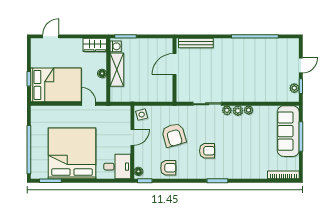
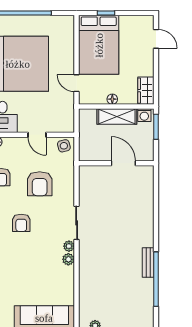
bench: (196, 43) -> (148, 262), moved, width x0.73
door: (174, 64) -> (123, 163), moved
wall: (174, 70) -> (116, 163), moved
door: (88, 104) -> (77, 83), swing flipped
plant: (249, 110) -> (69, 272), removed
armchair: (174, 135) -> (40, 184), turned -74

